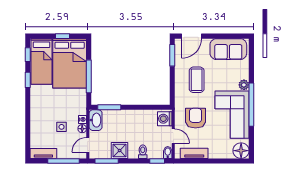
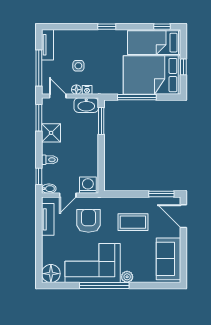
window: (28, 80) -> (107, 27), moved
armchair: (196, 118) -> (88, 221), turned -90

